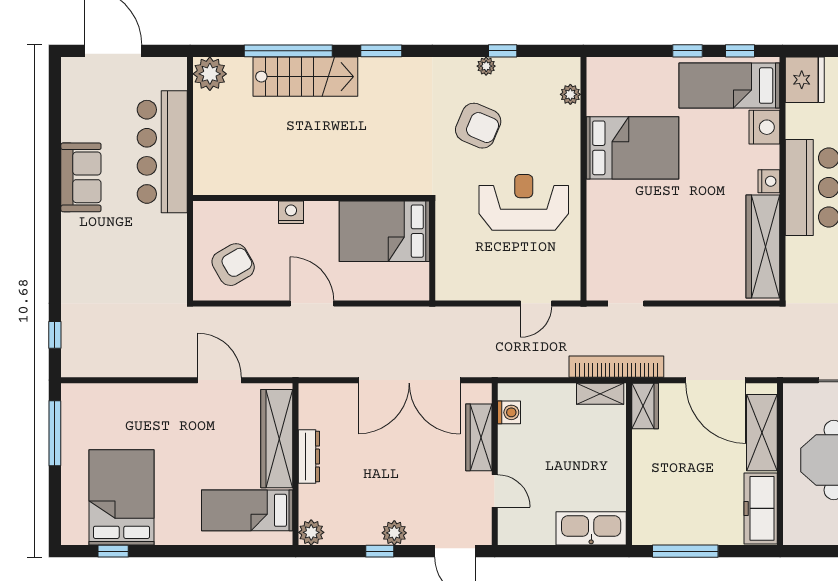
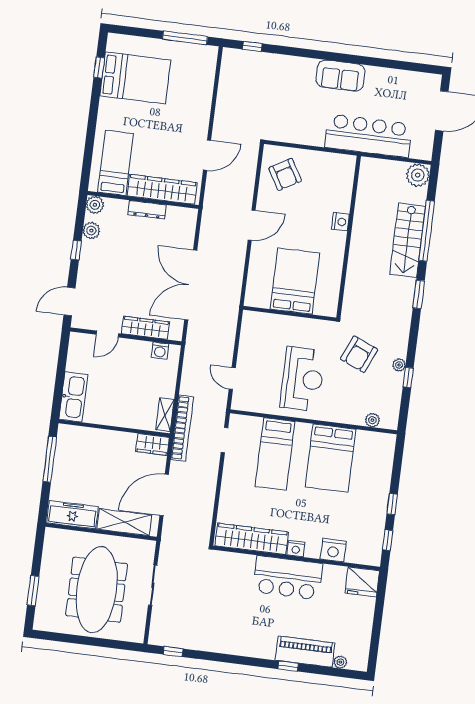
bed: (729, 86) -> (275, 454), moved, turned 180
sofa: (81, 177) -> (340, 76), moved
wall: (311, 198) -> (349, 237), moved
nightstand: (291, 212) -> (341, 222), moved
plant: (394, 533) -> (91, 231), moved

